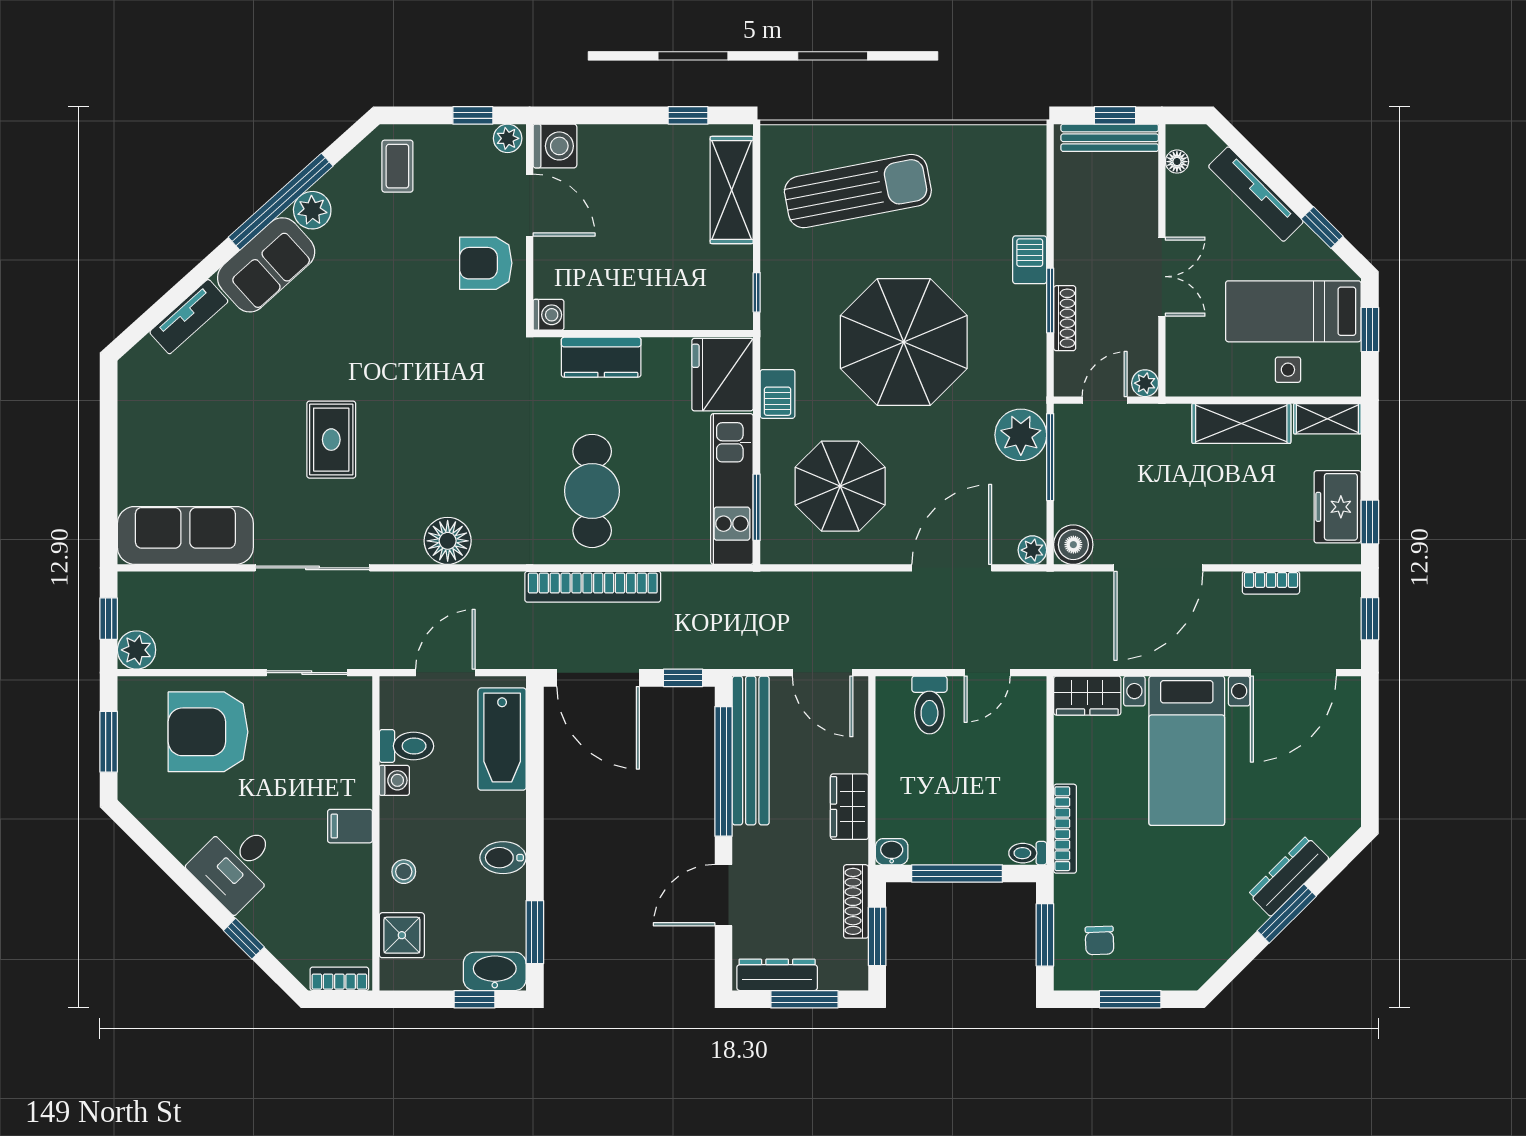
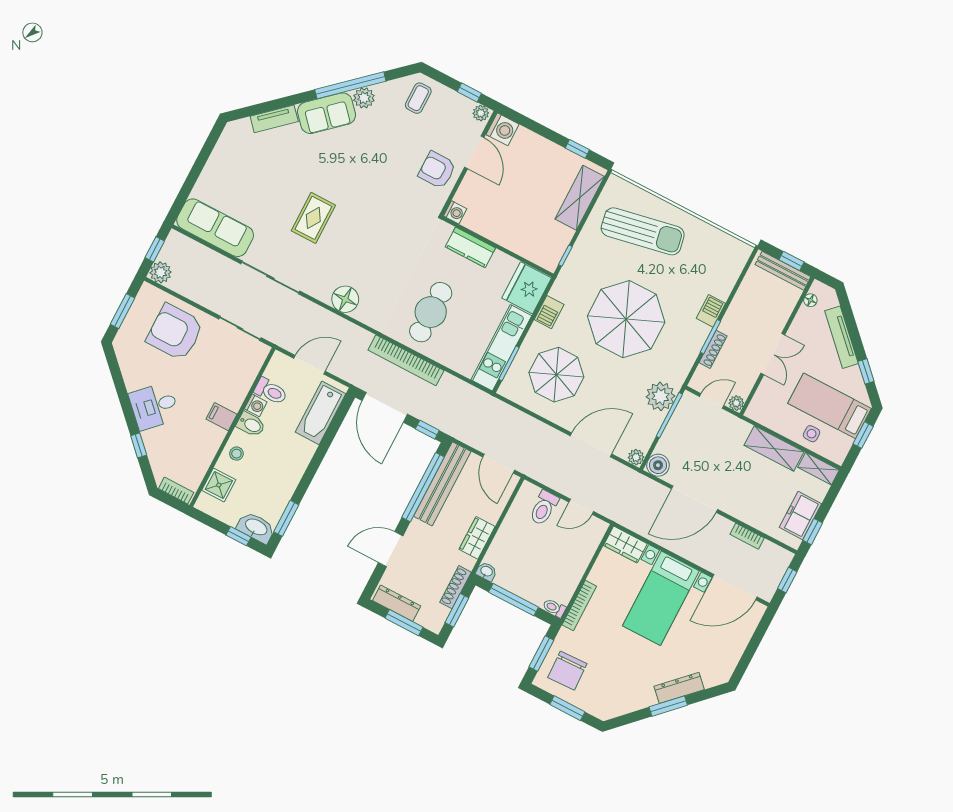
bidet: (503, 858) -> (251, 424), moved, turned 180
chair: (1100, 941) -> (567, 671), width x1.87, depth x1.87

